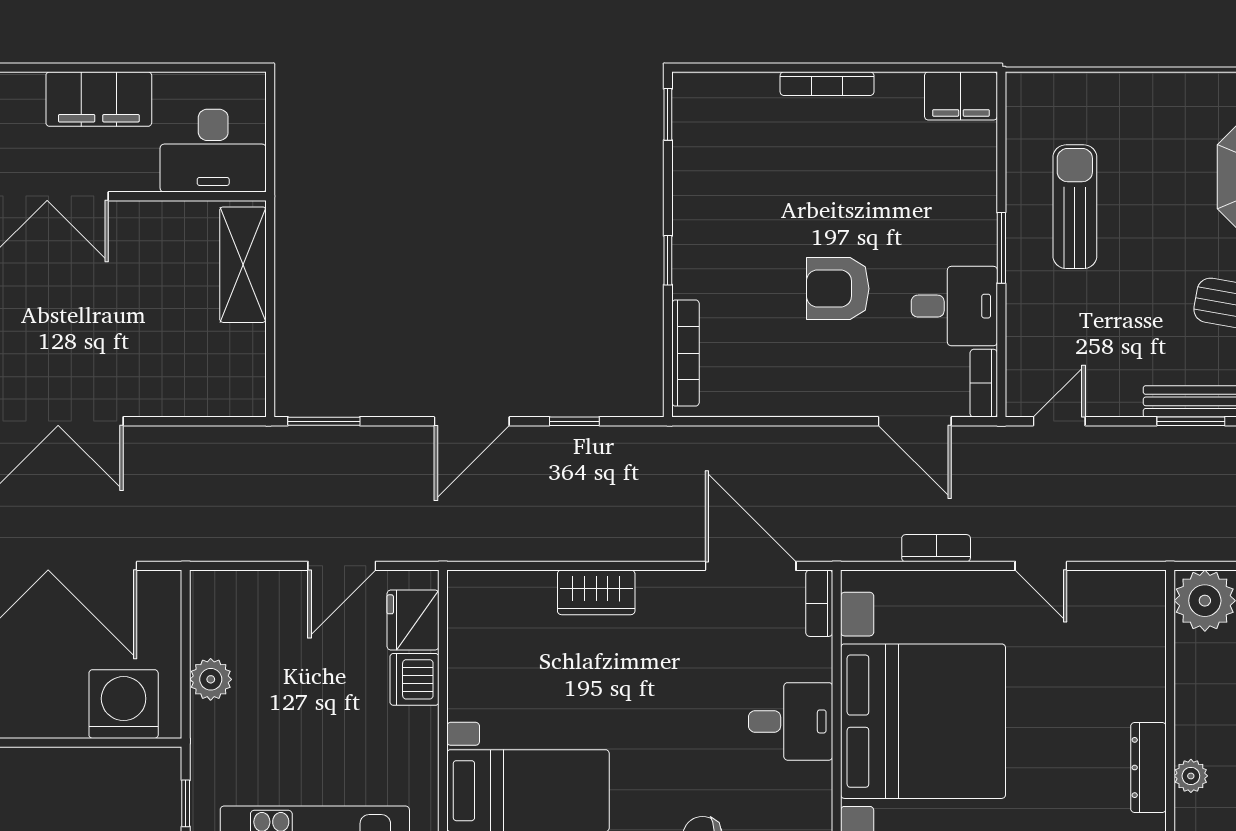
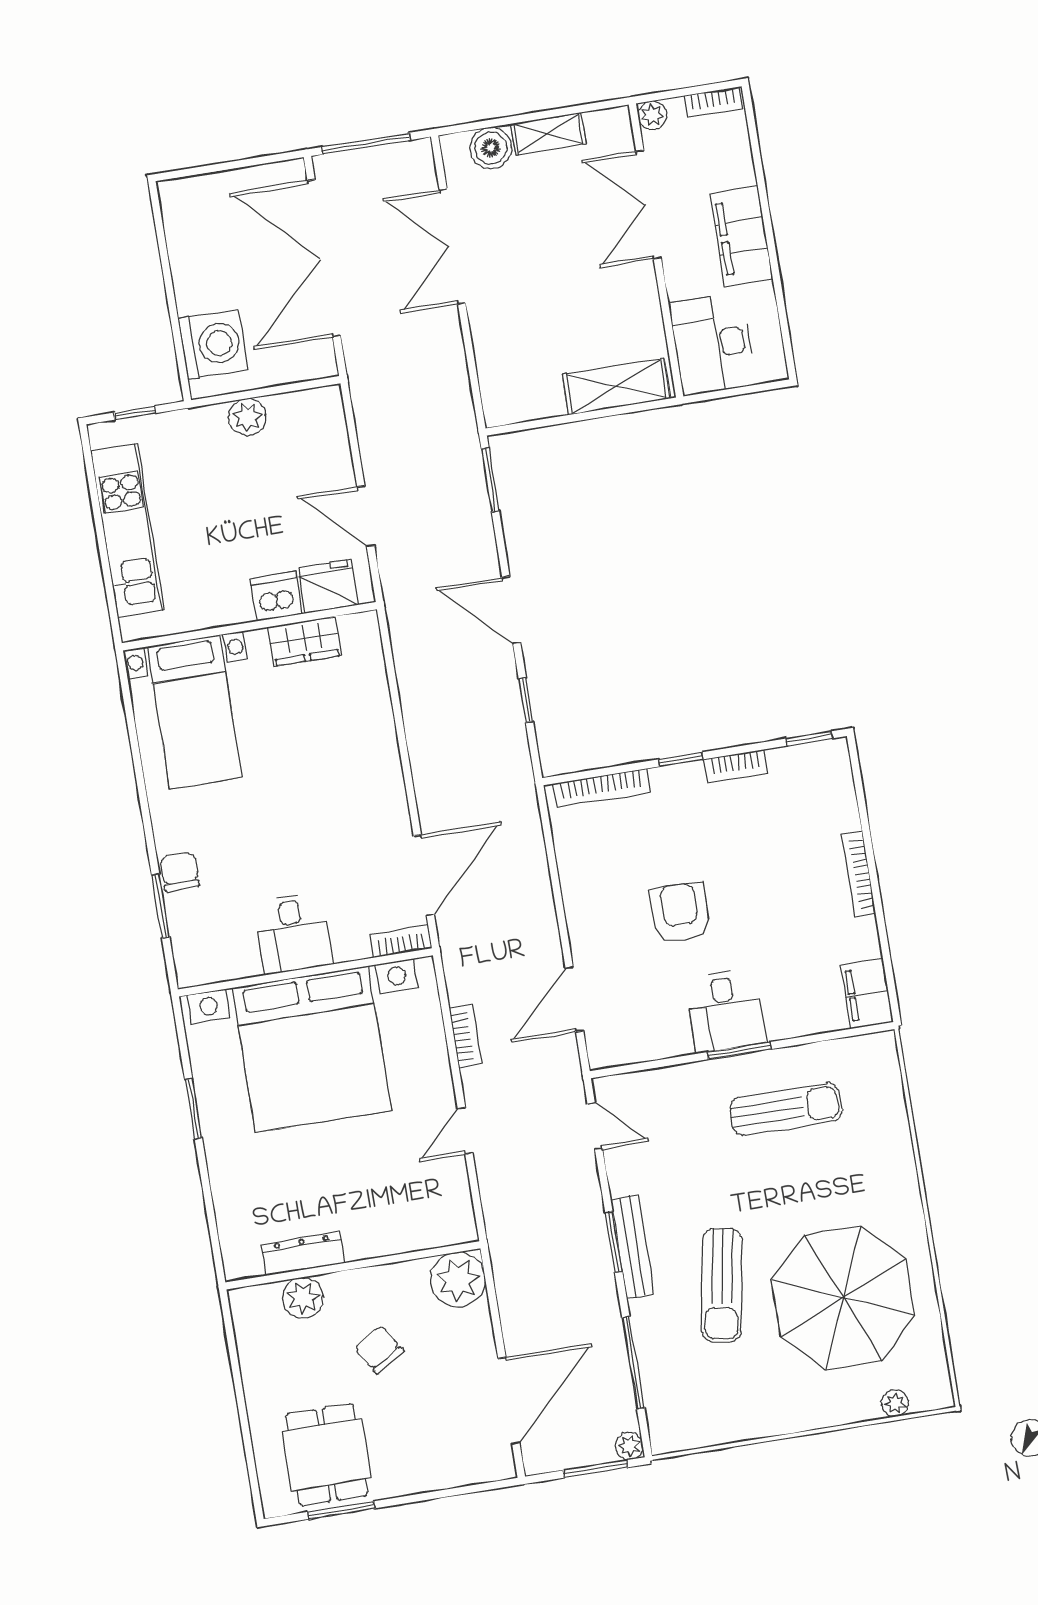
desk: (954, 306) -> (725, 1010), moved
bookcase: (984, 383) -> (736, 766), moved, turned 180
wardrobe: (596, 592) -> (305, 641), moved, turned -90
plant: (1191, 776) -> (303, 1298), width x1.38, depth x1.38

